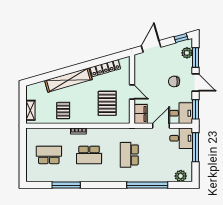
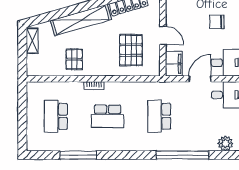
shelving: (30, 110) -> (32, 41), moved
school desk: (49, 155) -> (56, 116), turned -90

